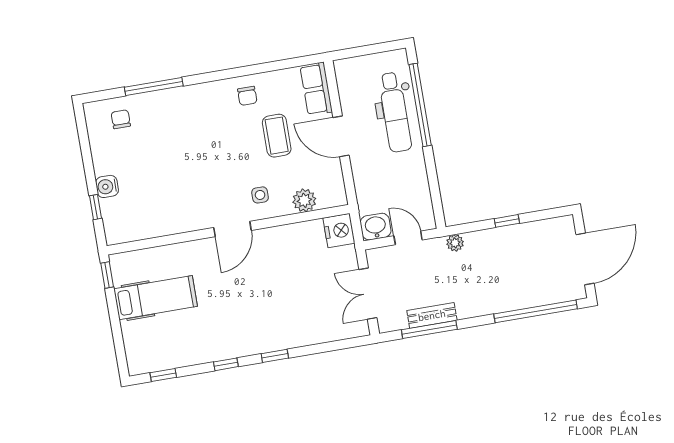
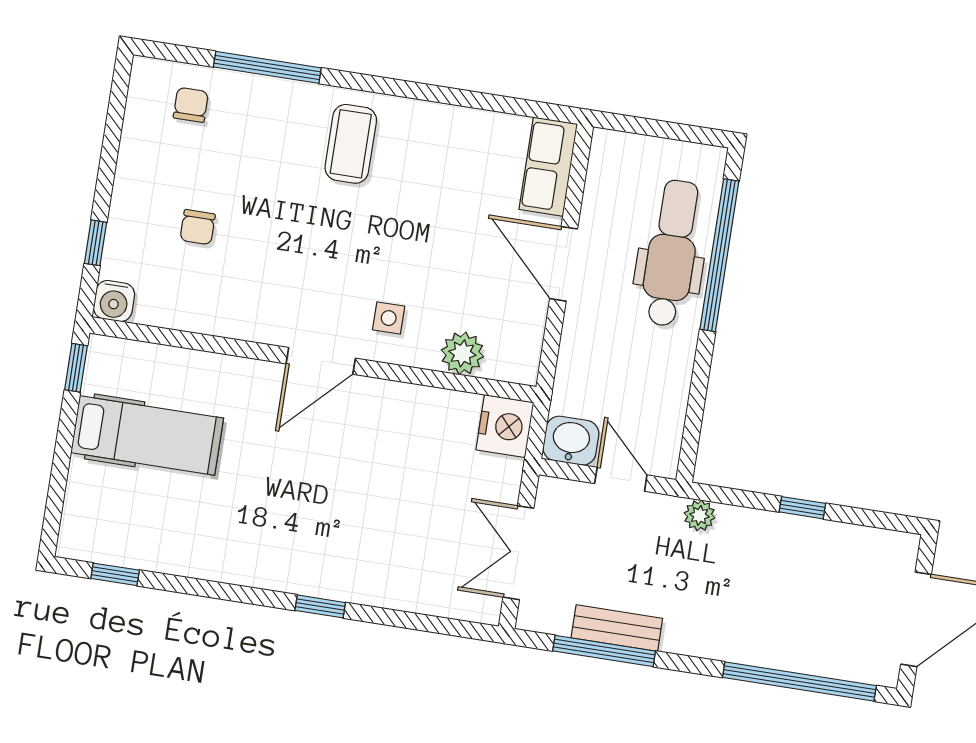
chair: (247, 96) -> (198, 227), moved
dental chair: (395, 112) -> (671, 253), turned 180
coffee table: (277, 136) -> (351, 144), moved
water cooler: (107, 186) -> (114, 301), moved, turned -90
window: (226, 364) -> (230, 592), removed

